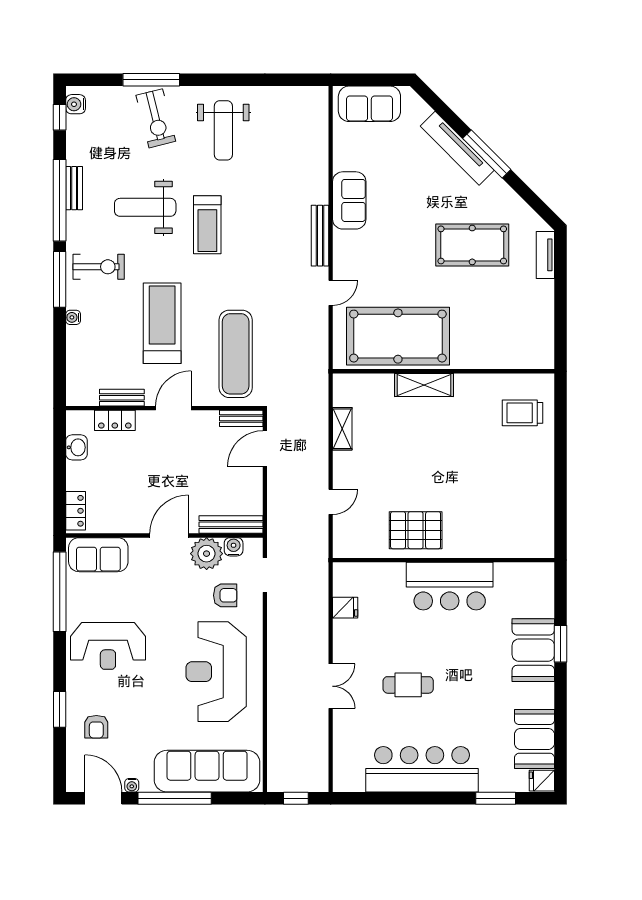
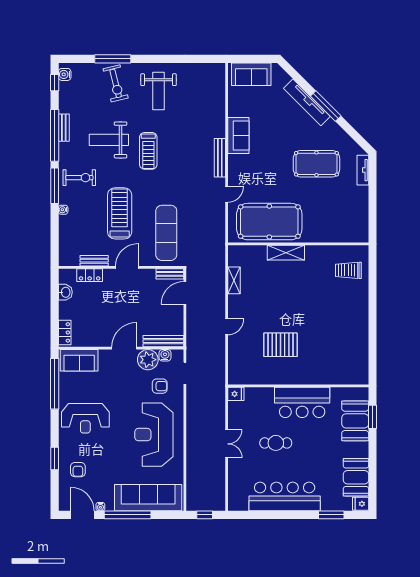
wall: (444, 560) -> (298, 386), moved
bar counter: (450, 586) -> (302, 402), moved

